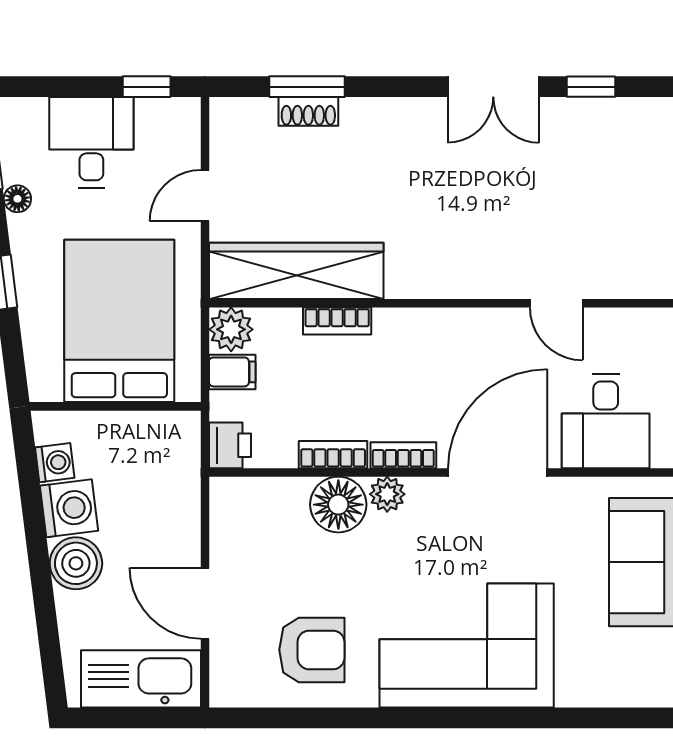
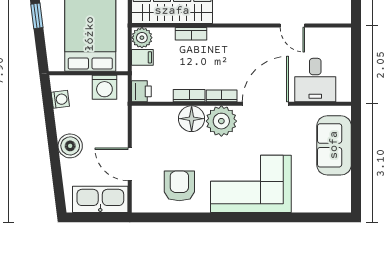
plant: (387, 494) -> (221, 121), width x1.88, depth x1.88
washing machine: (69, 508) -> (104, 87), moved, turned 97
armchair: (312, 650) -> (179, 186), turned -90

